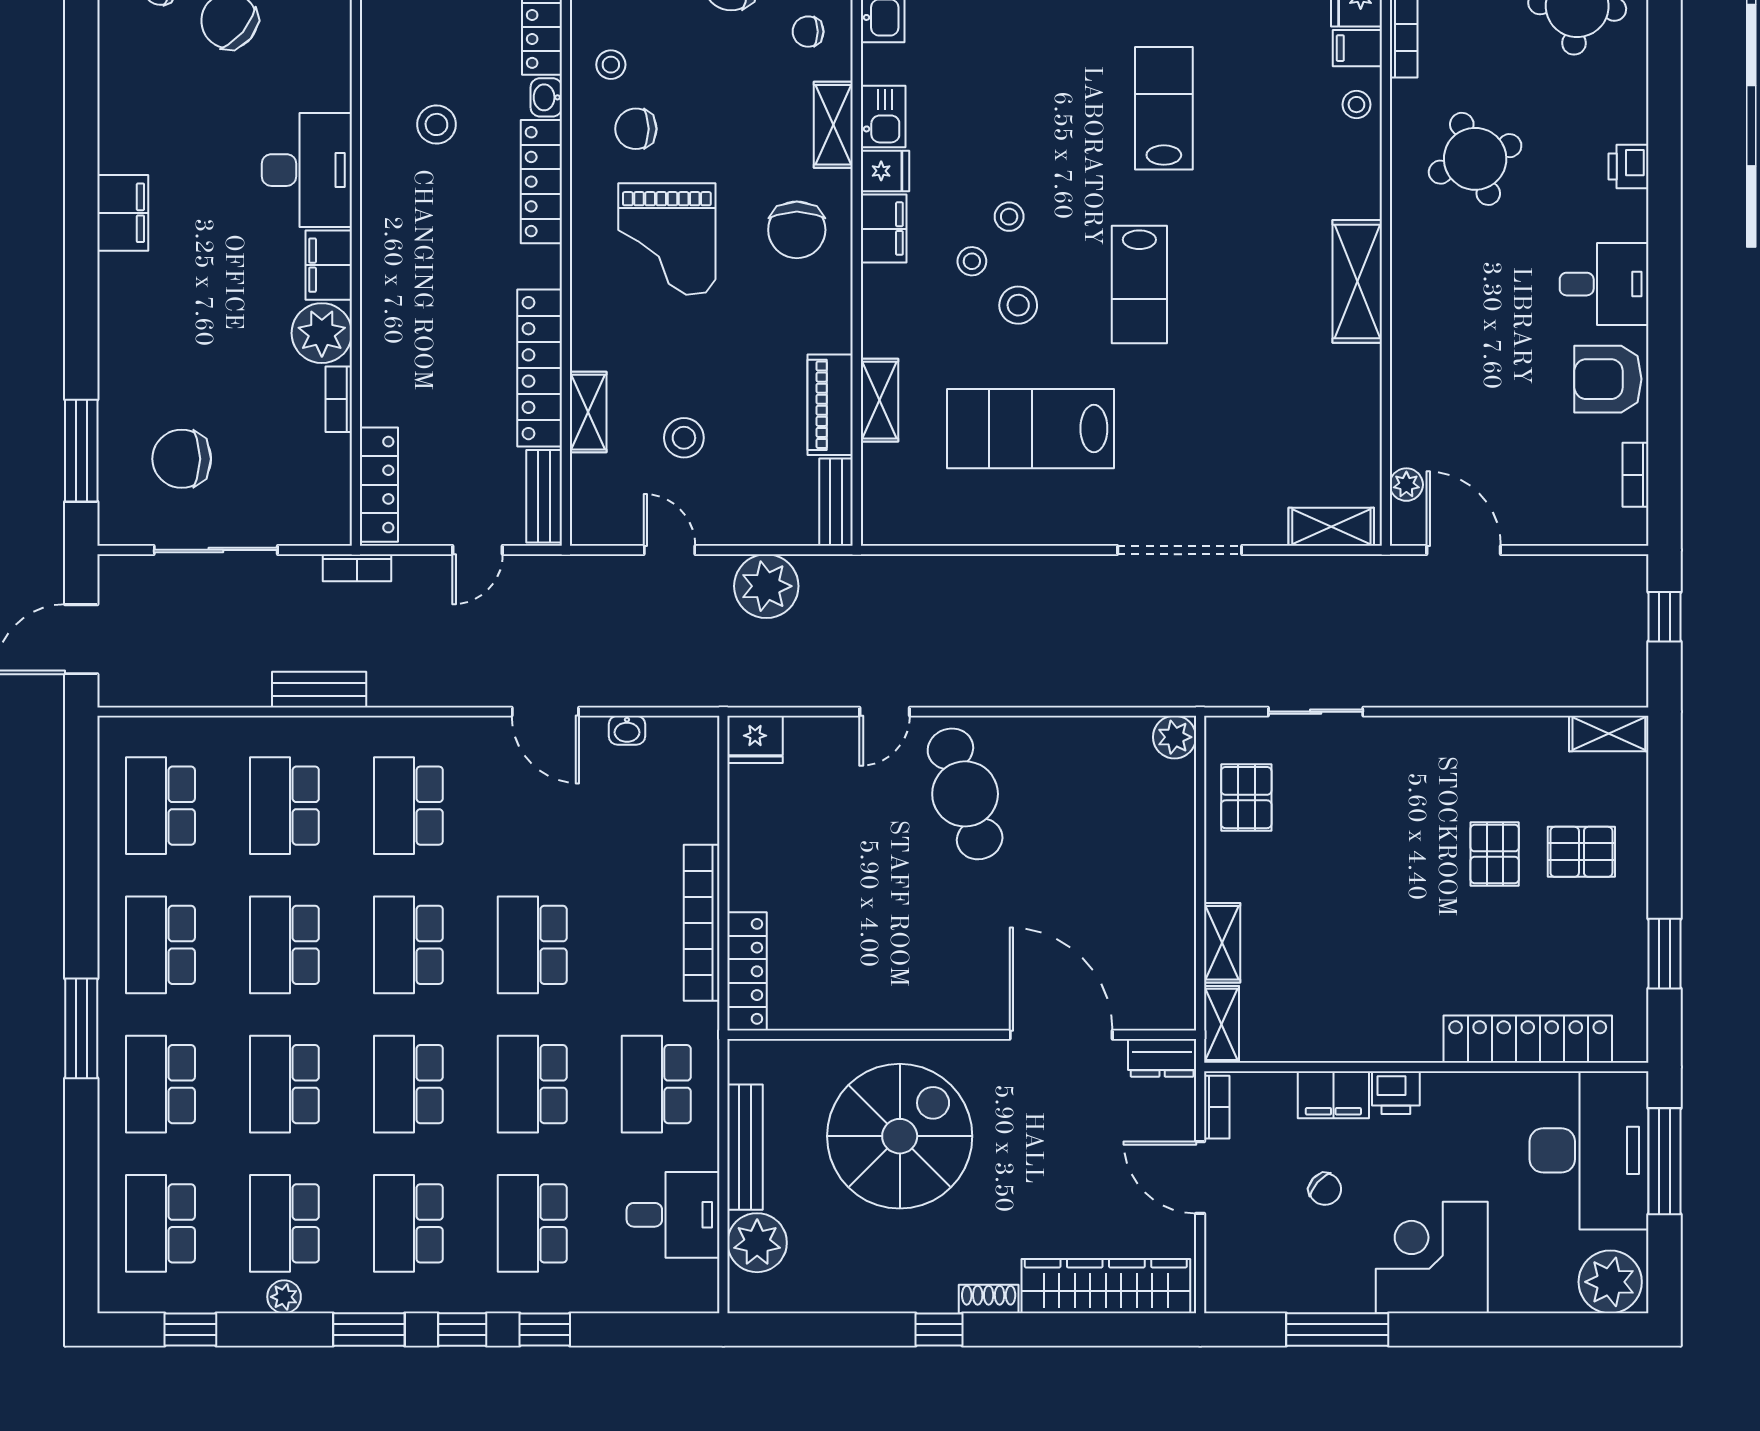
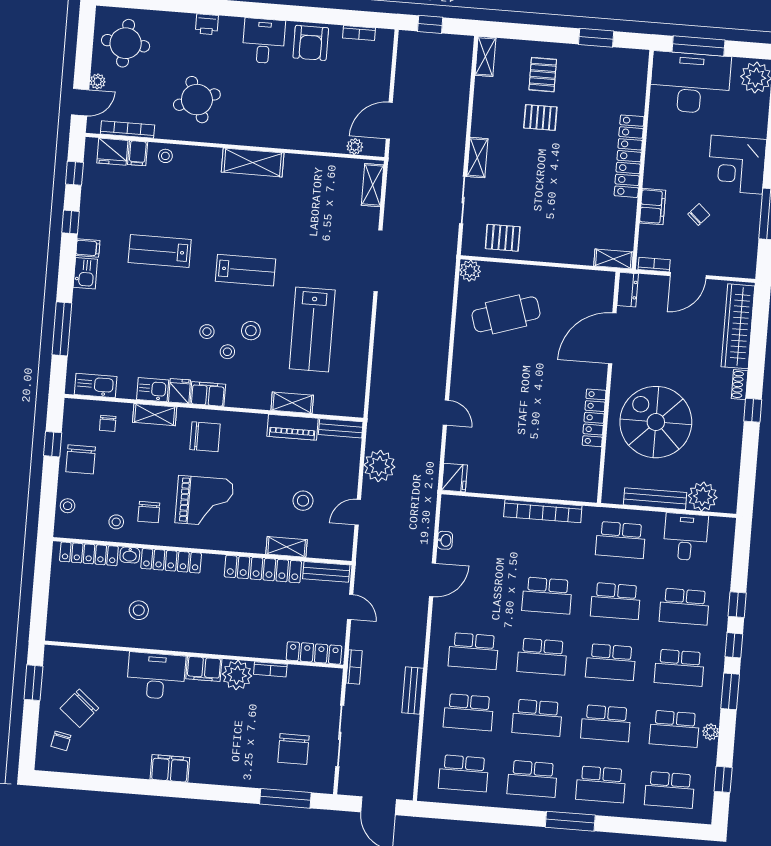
cafe table: (965, 794) -> (506, 314), moved
shelving: (1222, 943) -> (477, 158), moved, turned 90
locker: (747, 971) -> (594, 418), moved, turned -90
locker: (1528, 1039) -> (629, 156), moved
printer: (1396, 1093) -> (654, 176), removed

